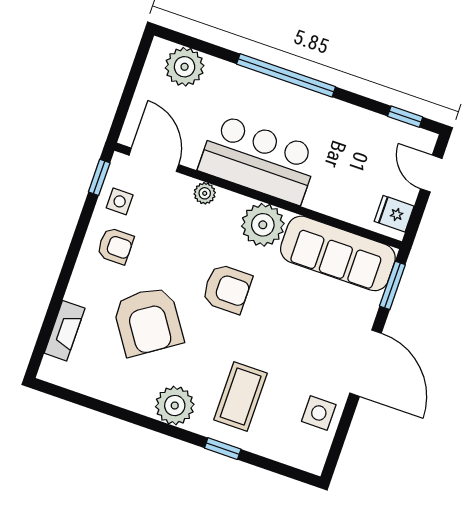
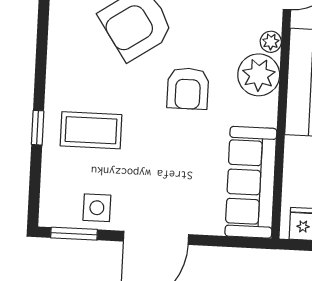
plant: (263, 225) -> (259, 75), moved
window: (392, 285) -> (74, 234), moved
plant: (175, 406) -> (65, 71), removed

